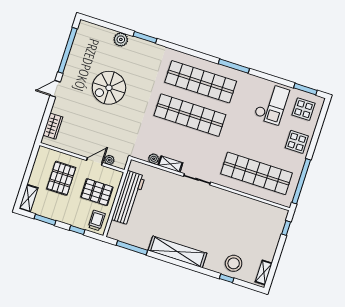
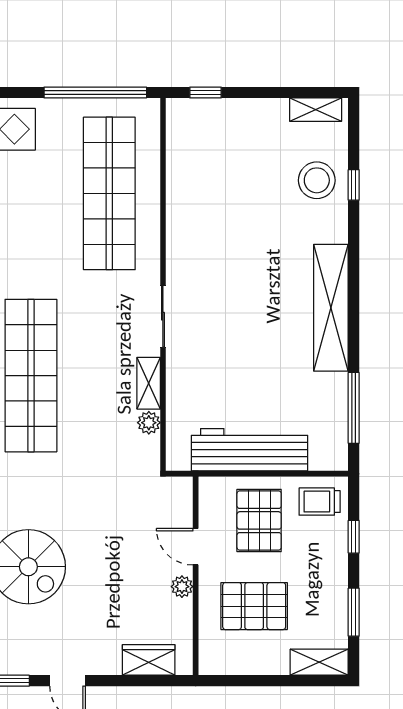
plant: (109, 160) -> (182, 587), moved

